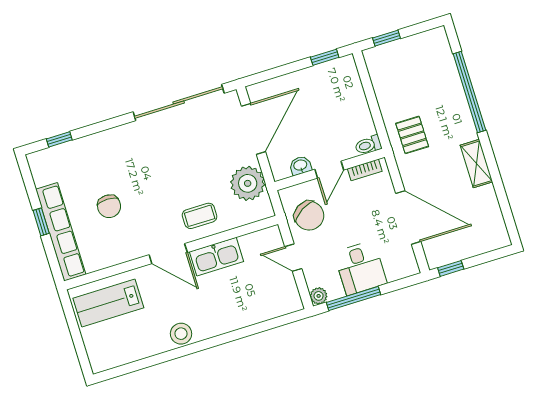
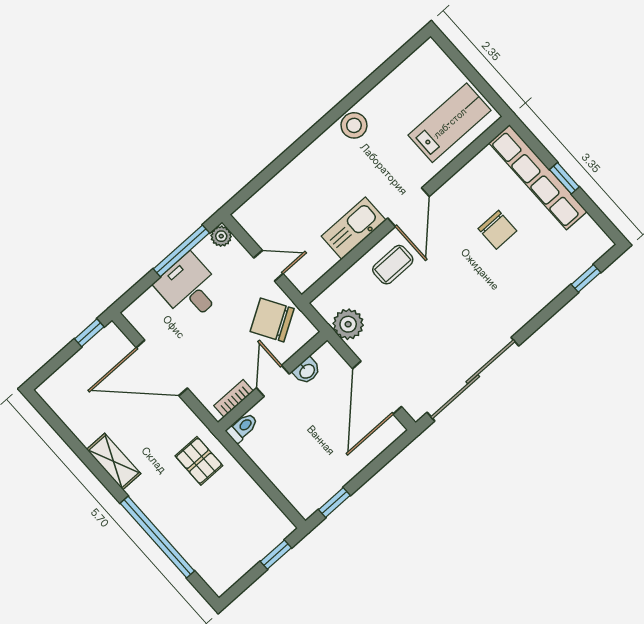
plant: (248, 183) -> (348, 324), width x0.73, depth x0.73
chair: (109, 206) -> (497, 230), turned 180
door: (168, 254) -> (408, 207), swing flipped

